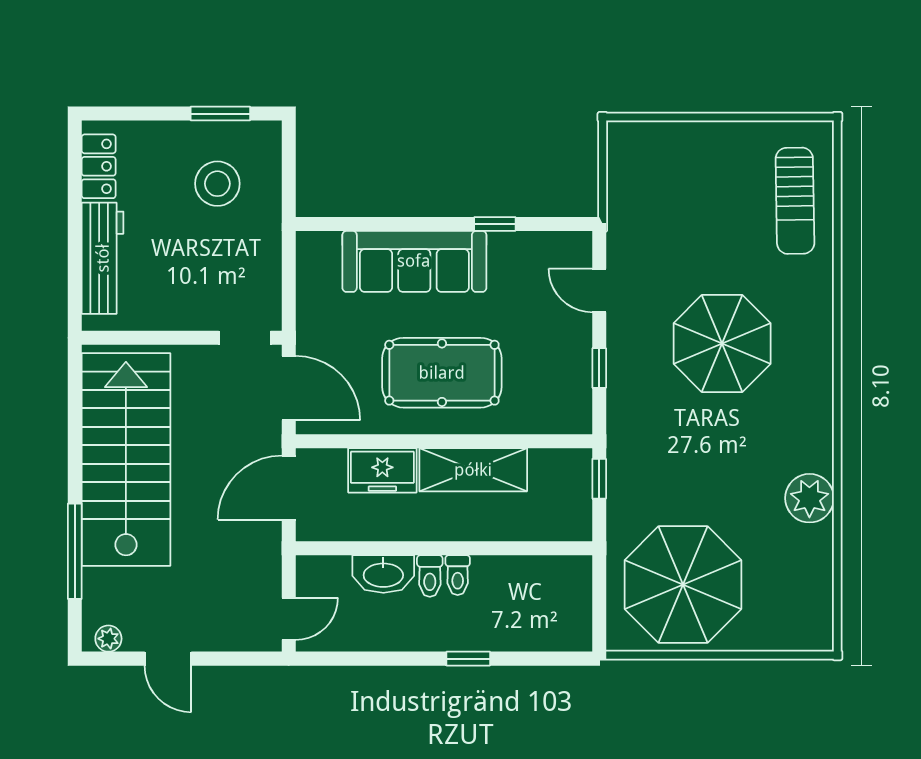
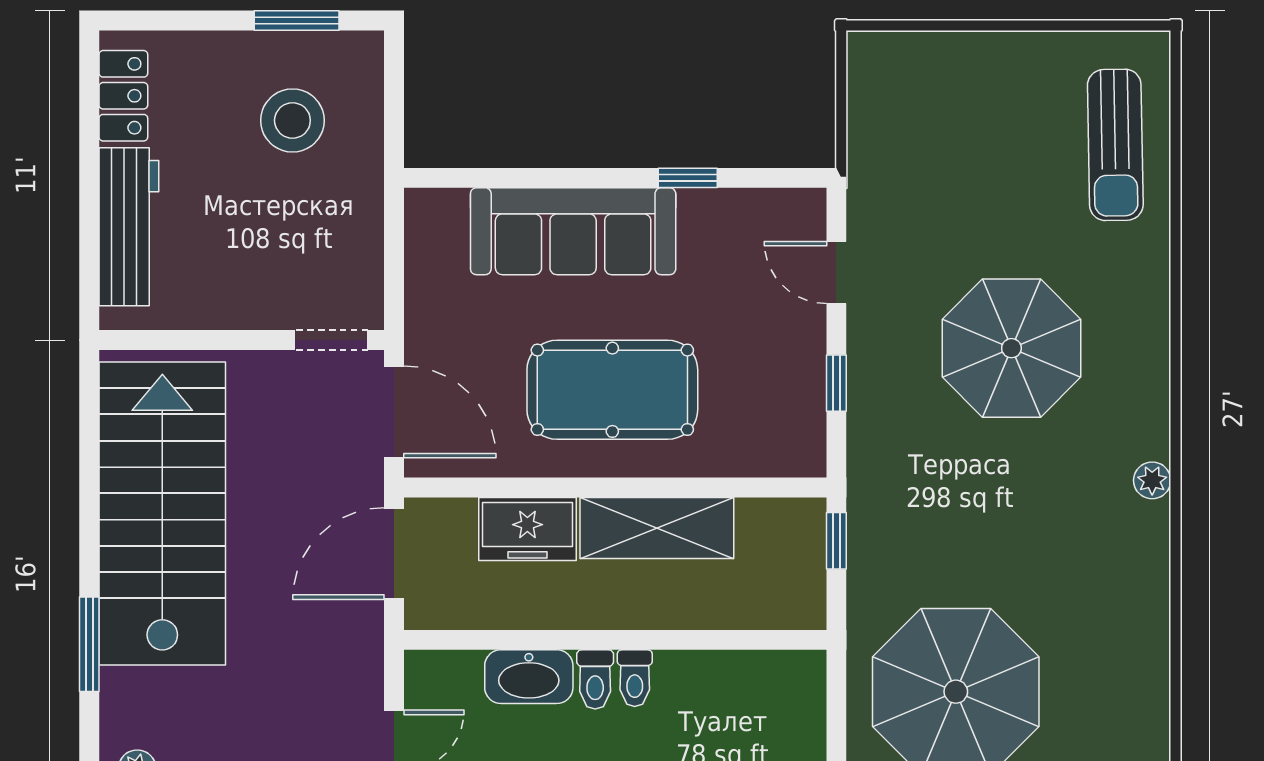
plant: (809, 498) -> (1152, 480), moved, width x0.53, depth x0.53
window: (75, 551) -> (89, 644), width x0.69

